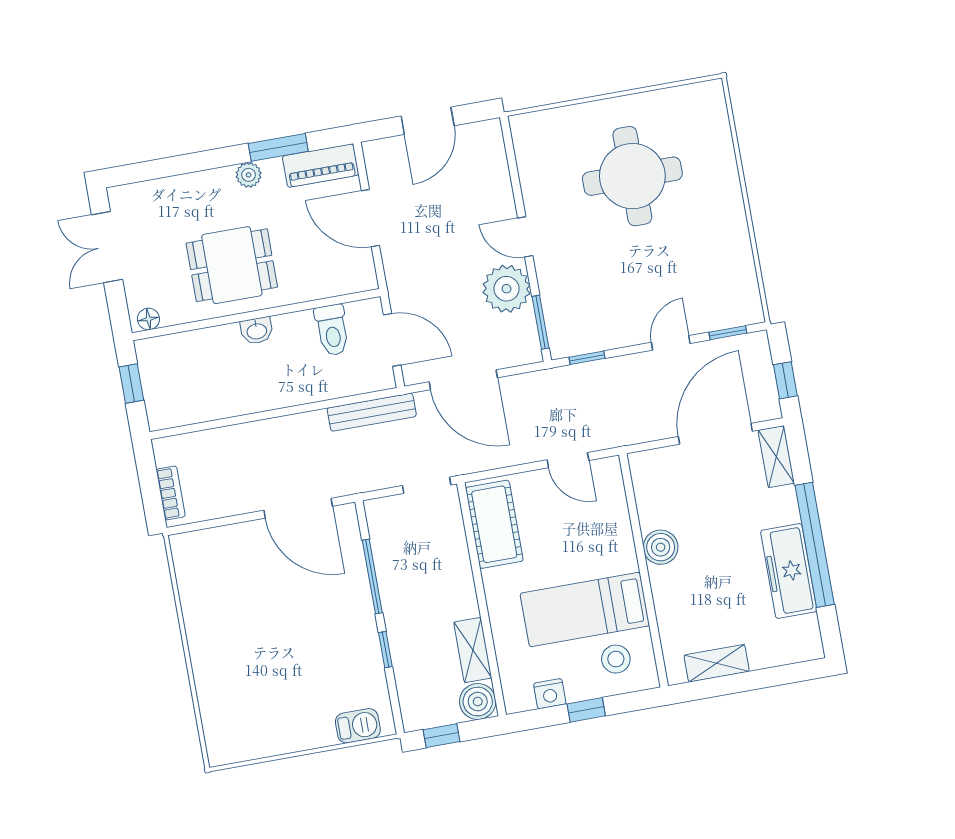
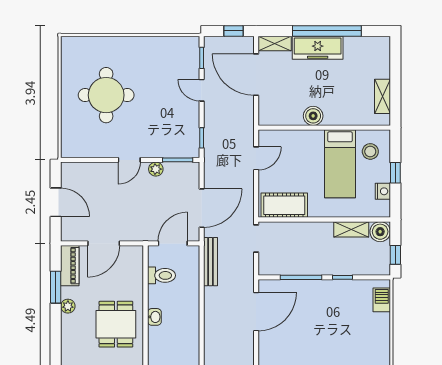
plant: (506, 289) -> (156, 169), width x0.53, depth x0.53
freezer: (789, 571) -> (318, 48), moved

